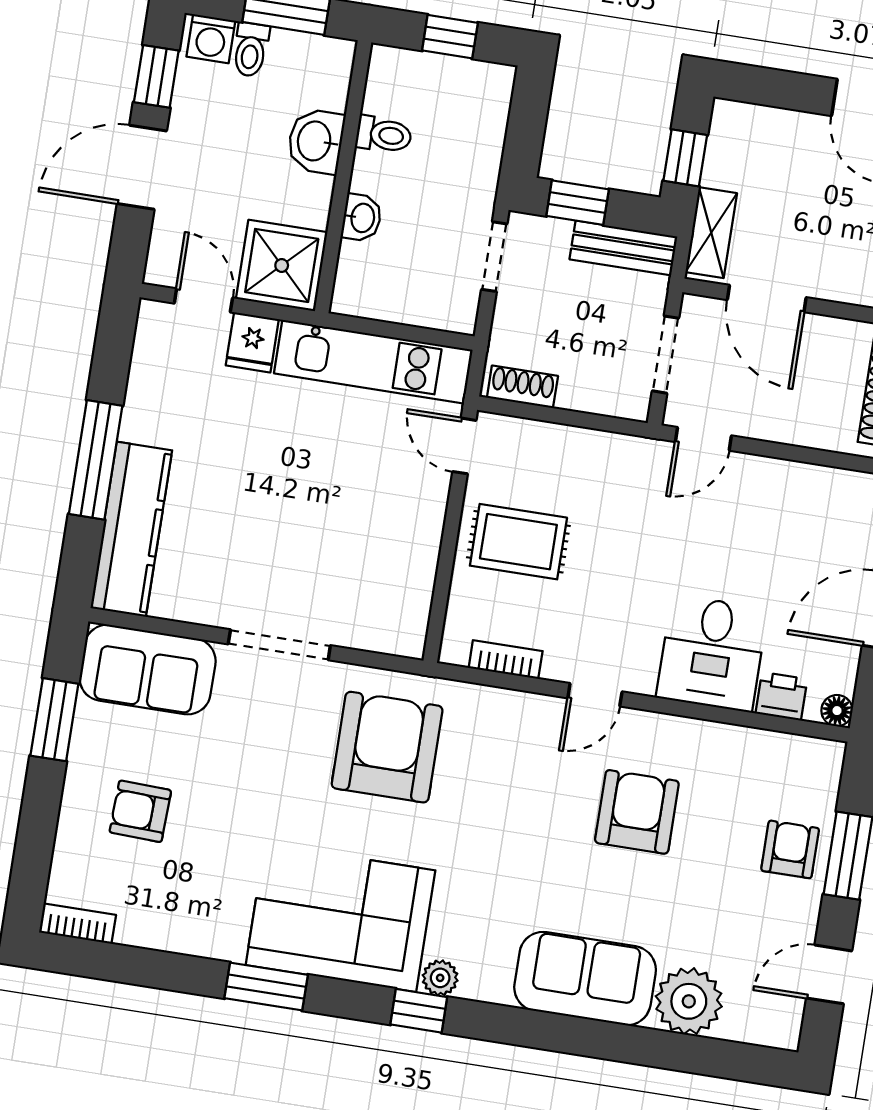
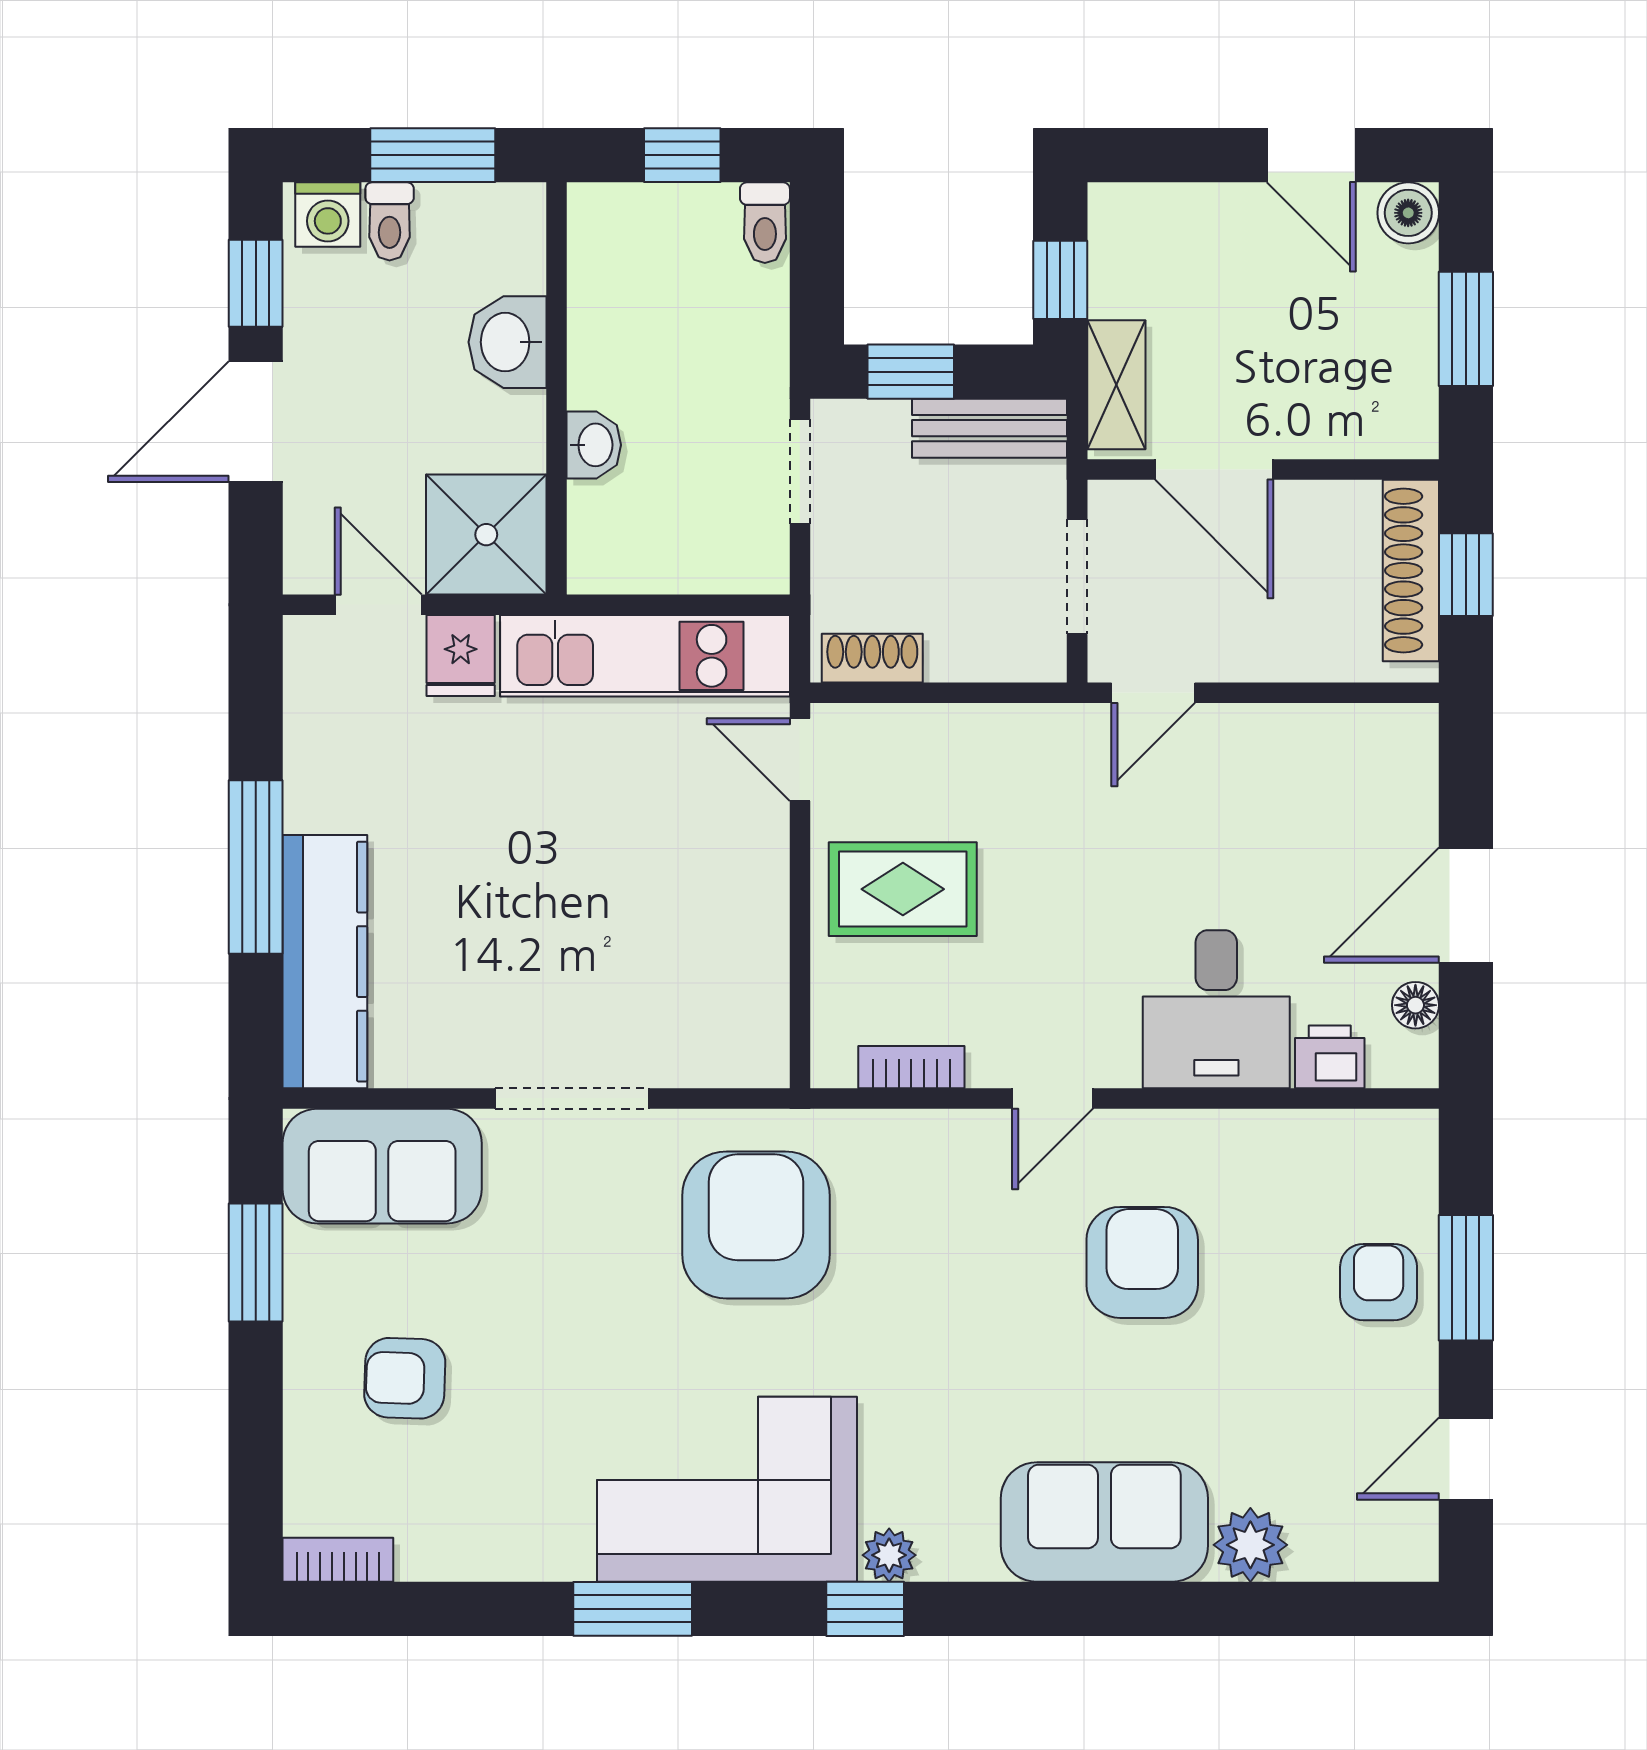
toilet: (384, 135) -> (765, 223), moved, turned 90
floor lamp: (837, 711) -> (1415, 1005), moved
plant: (689, 1001) -> (1250, 1545), width x0.73, depth x0.73

